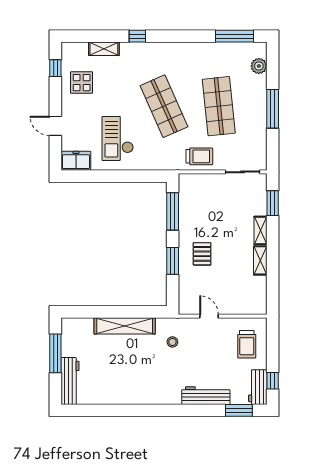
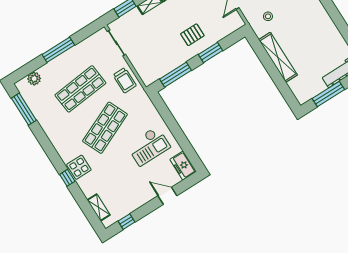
shelving: (104, 49) -> (99, 208), moved
display table: (82, 83) -> (79, 167), moved
door: (55, 126) -> (167, 196), swing flipped
trolley: (199, 156) -> (125, 80), turned 180

